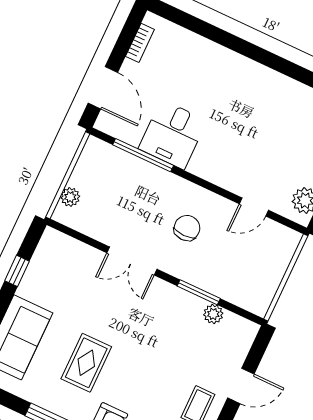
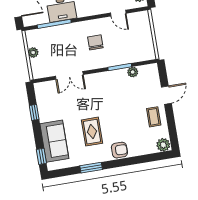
plant: (70, 197) -> (33, 53), moved
door: (254, 207) -> (118, 13), hinge flipped
double door: (132, 261) -> (69, 75), moved

